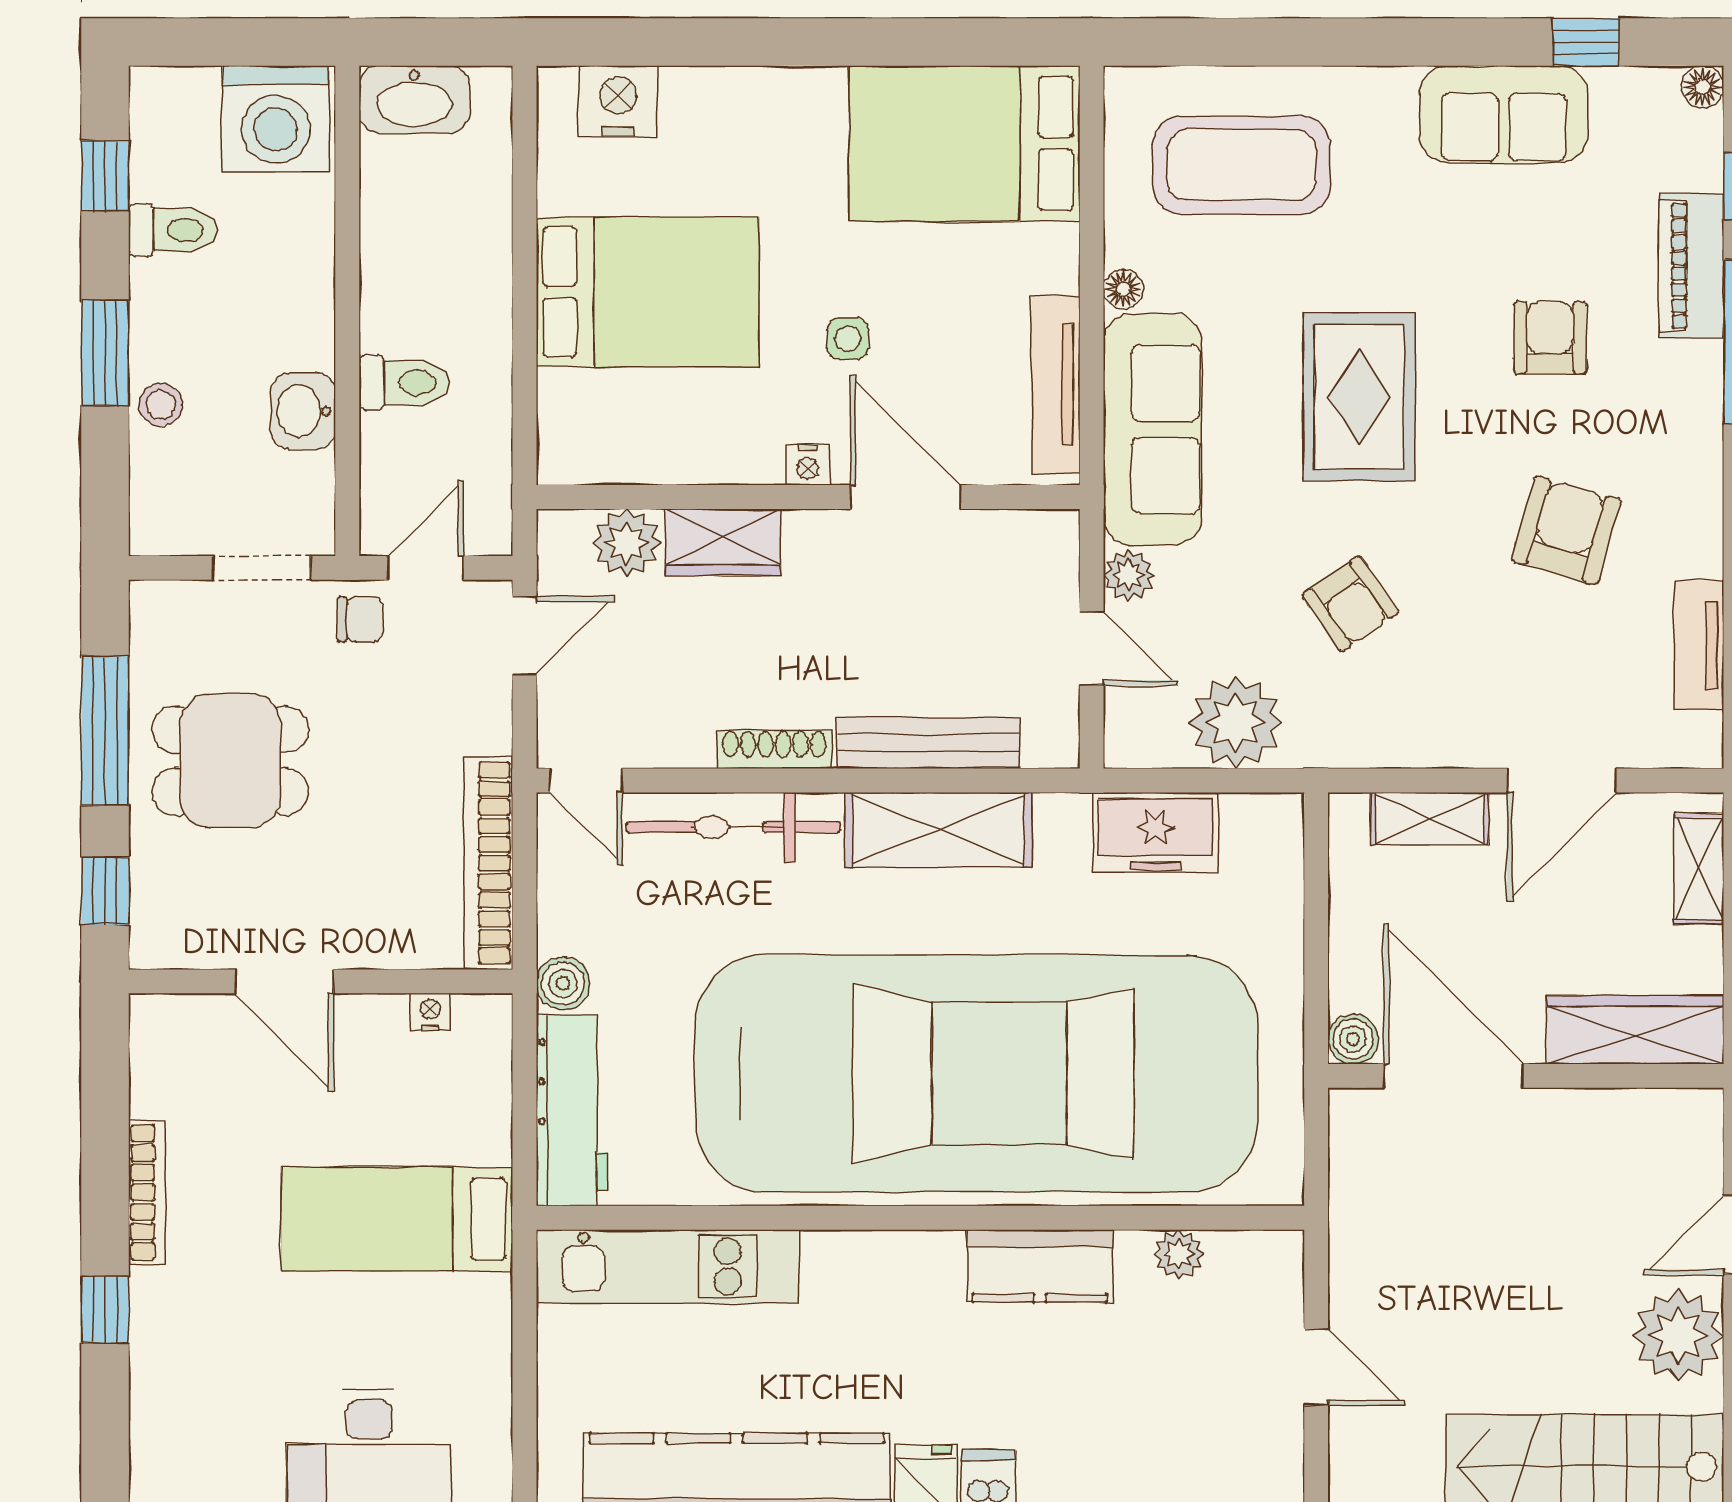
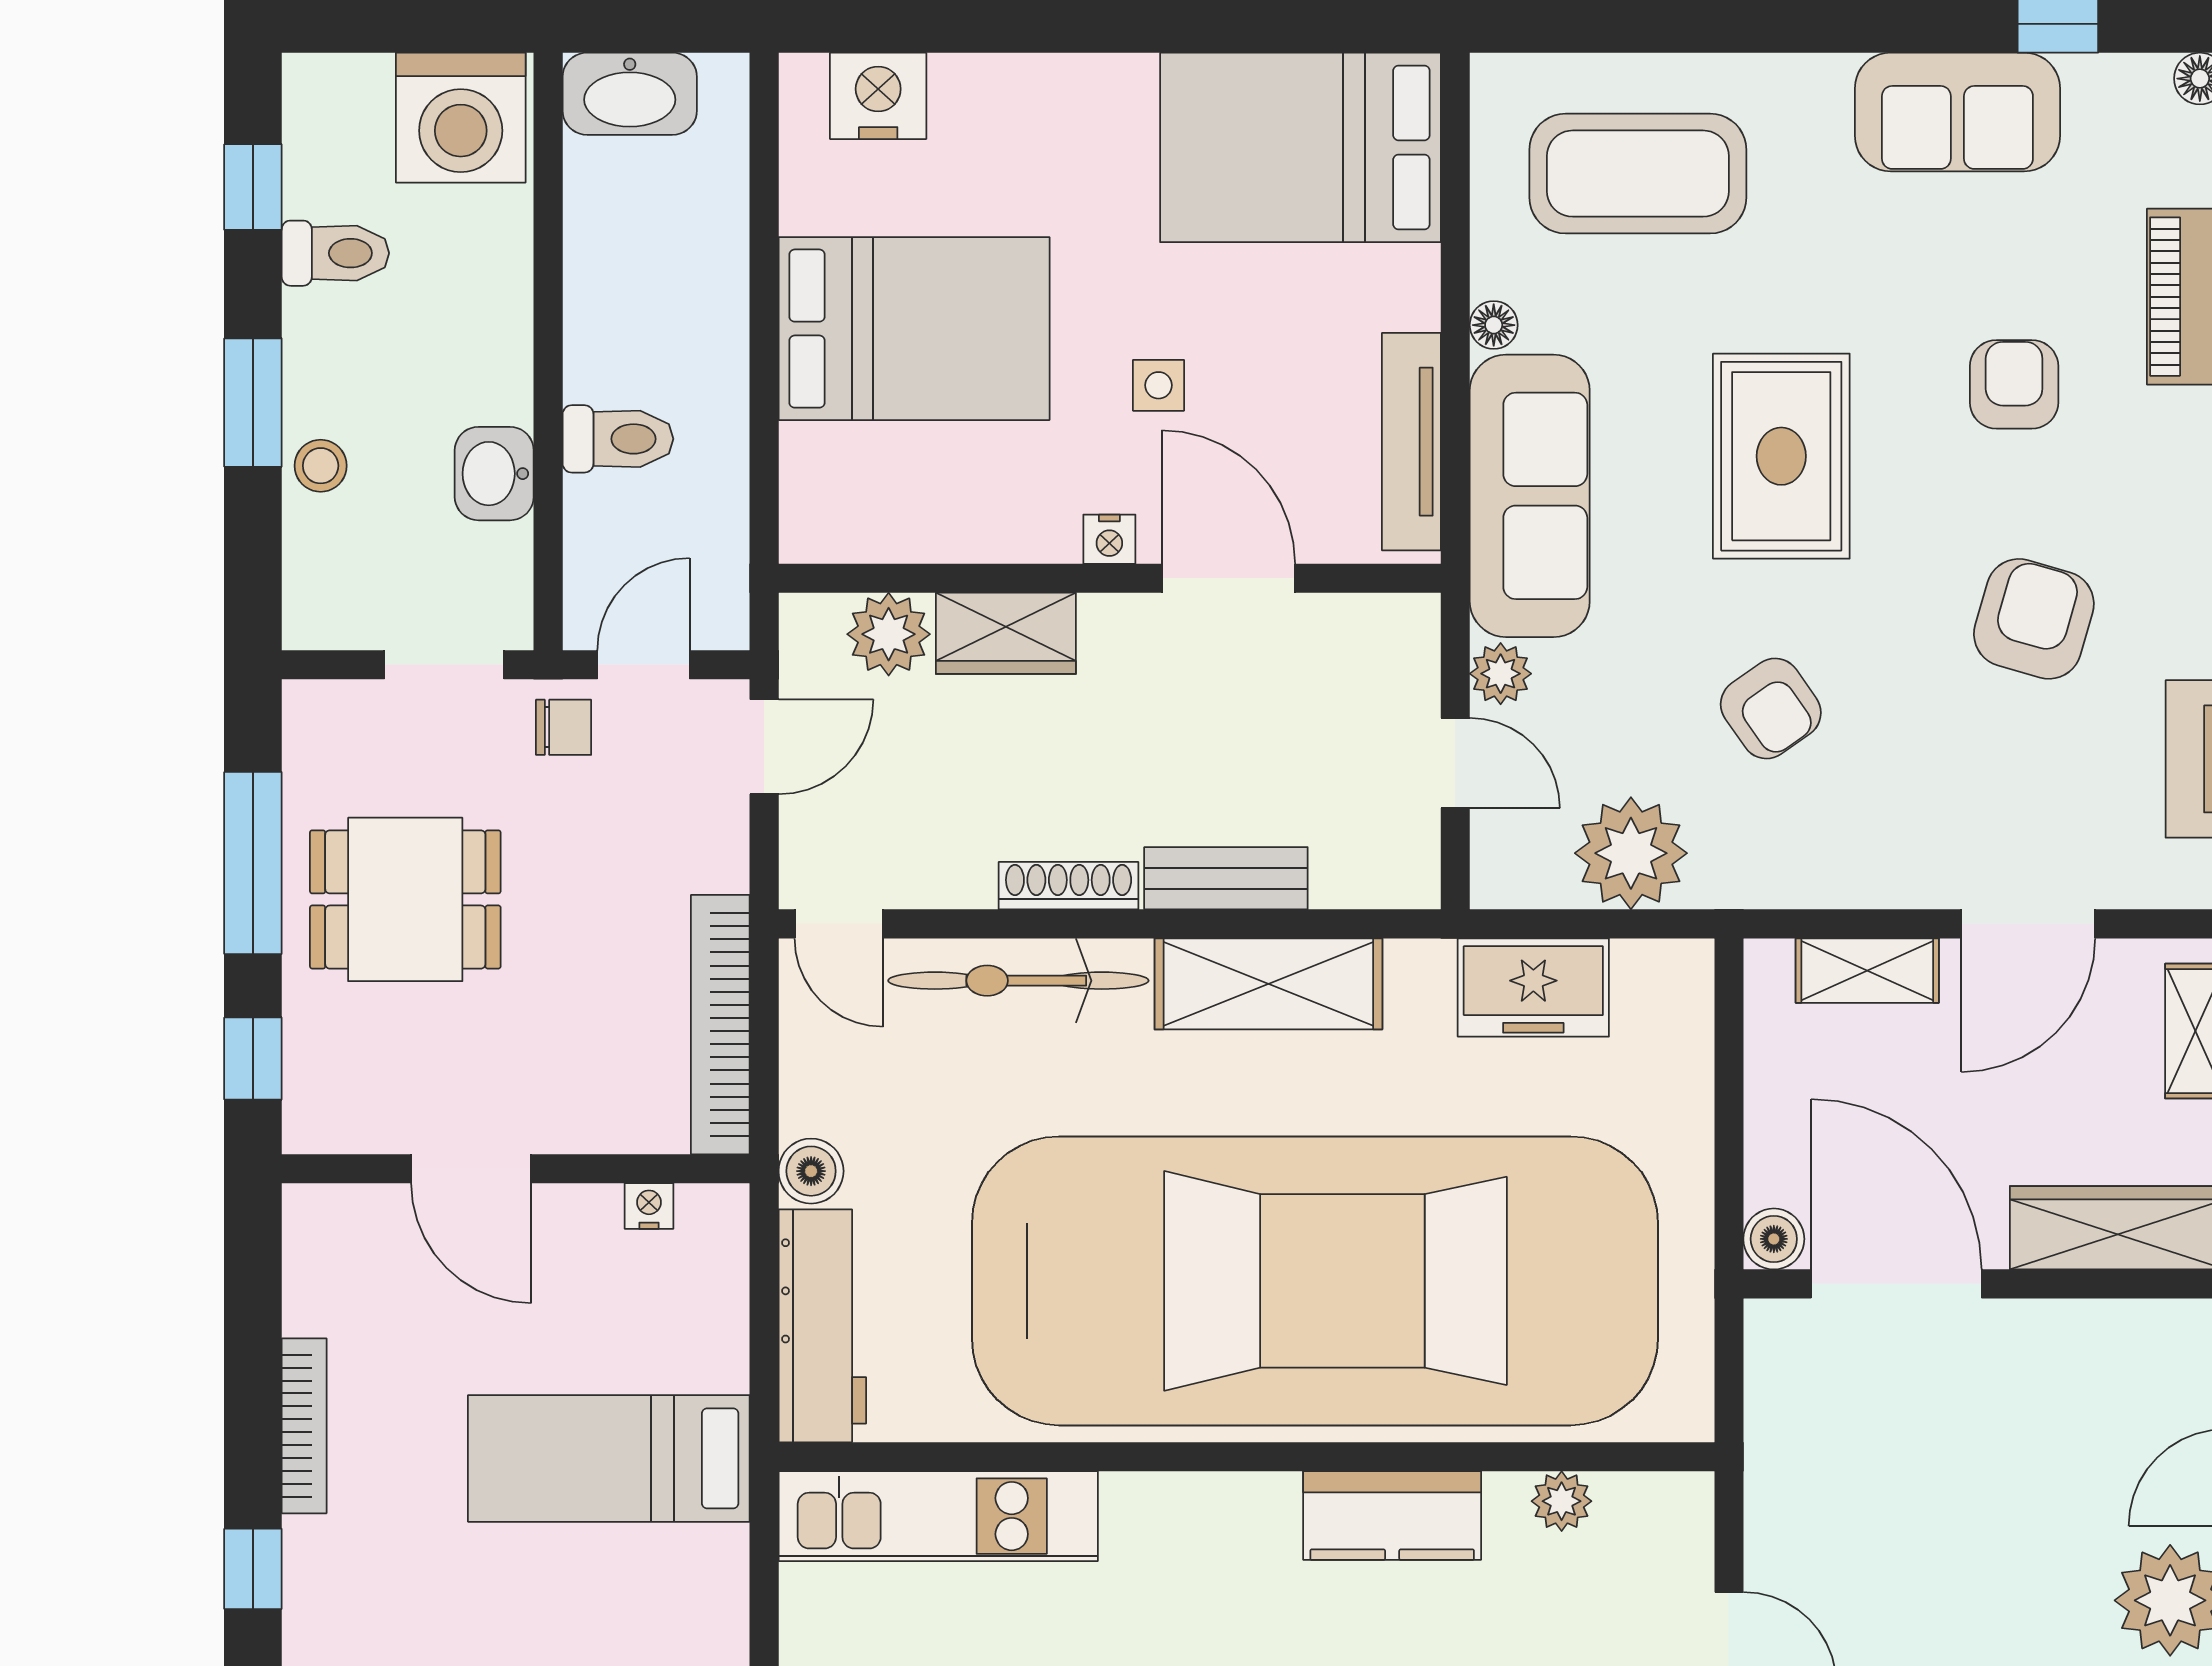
bench: (928, 743) -> (1226, 878), width x0.73

